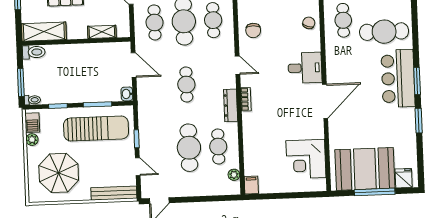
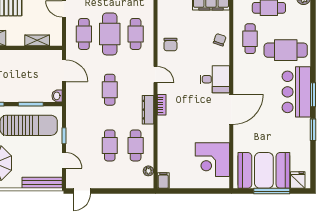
cafe table: (189, 148) -> (110, 145), width x0.73, depth x0.74

